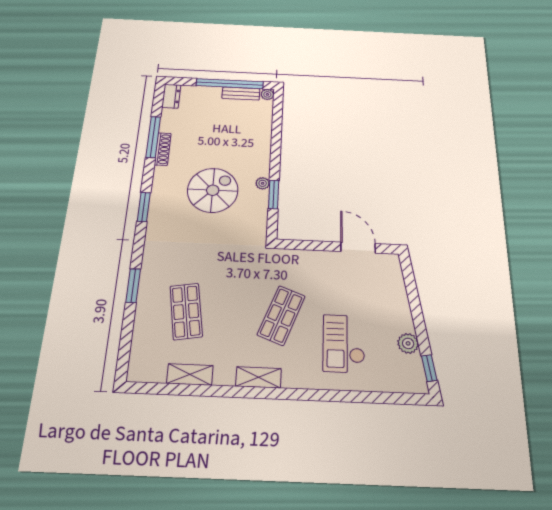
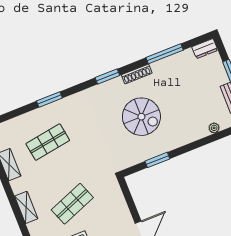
shoe rack: (163, 149) -> (137, 74), moved
plant: (263, 183) -> (214, 128), moved
shop shelf: (281, 315) -> (72, 204), turned -42

